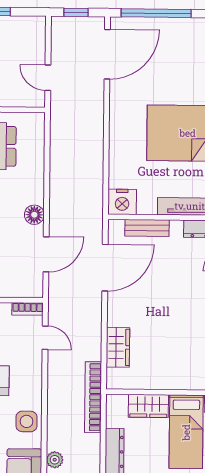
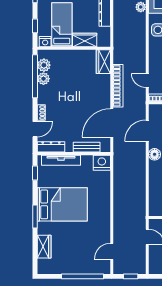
door: (107, 54) -> (112, 251), width x0.53
wardrobe: (118, 347) -> (103, 62), moved
bookcase: (93, 397) -> (118, 86), moved

